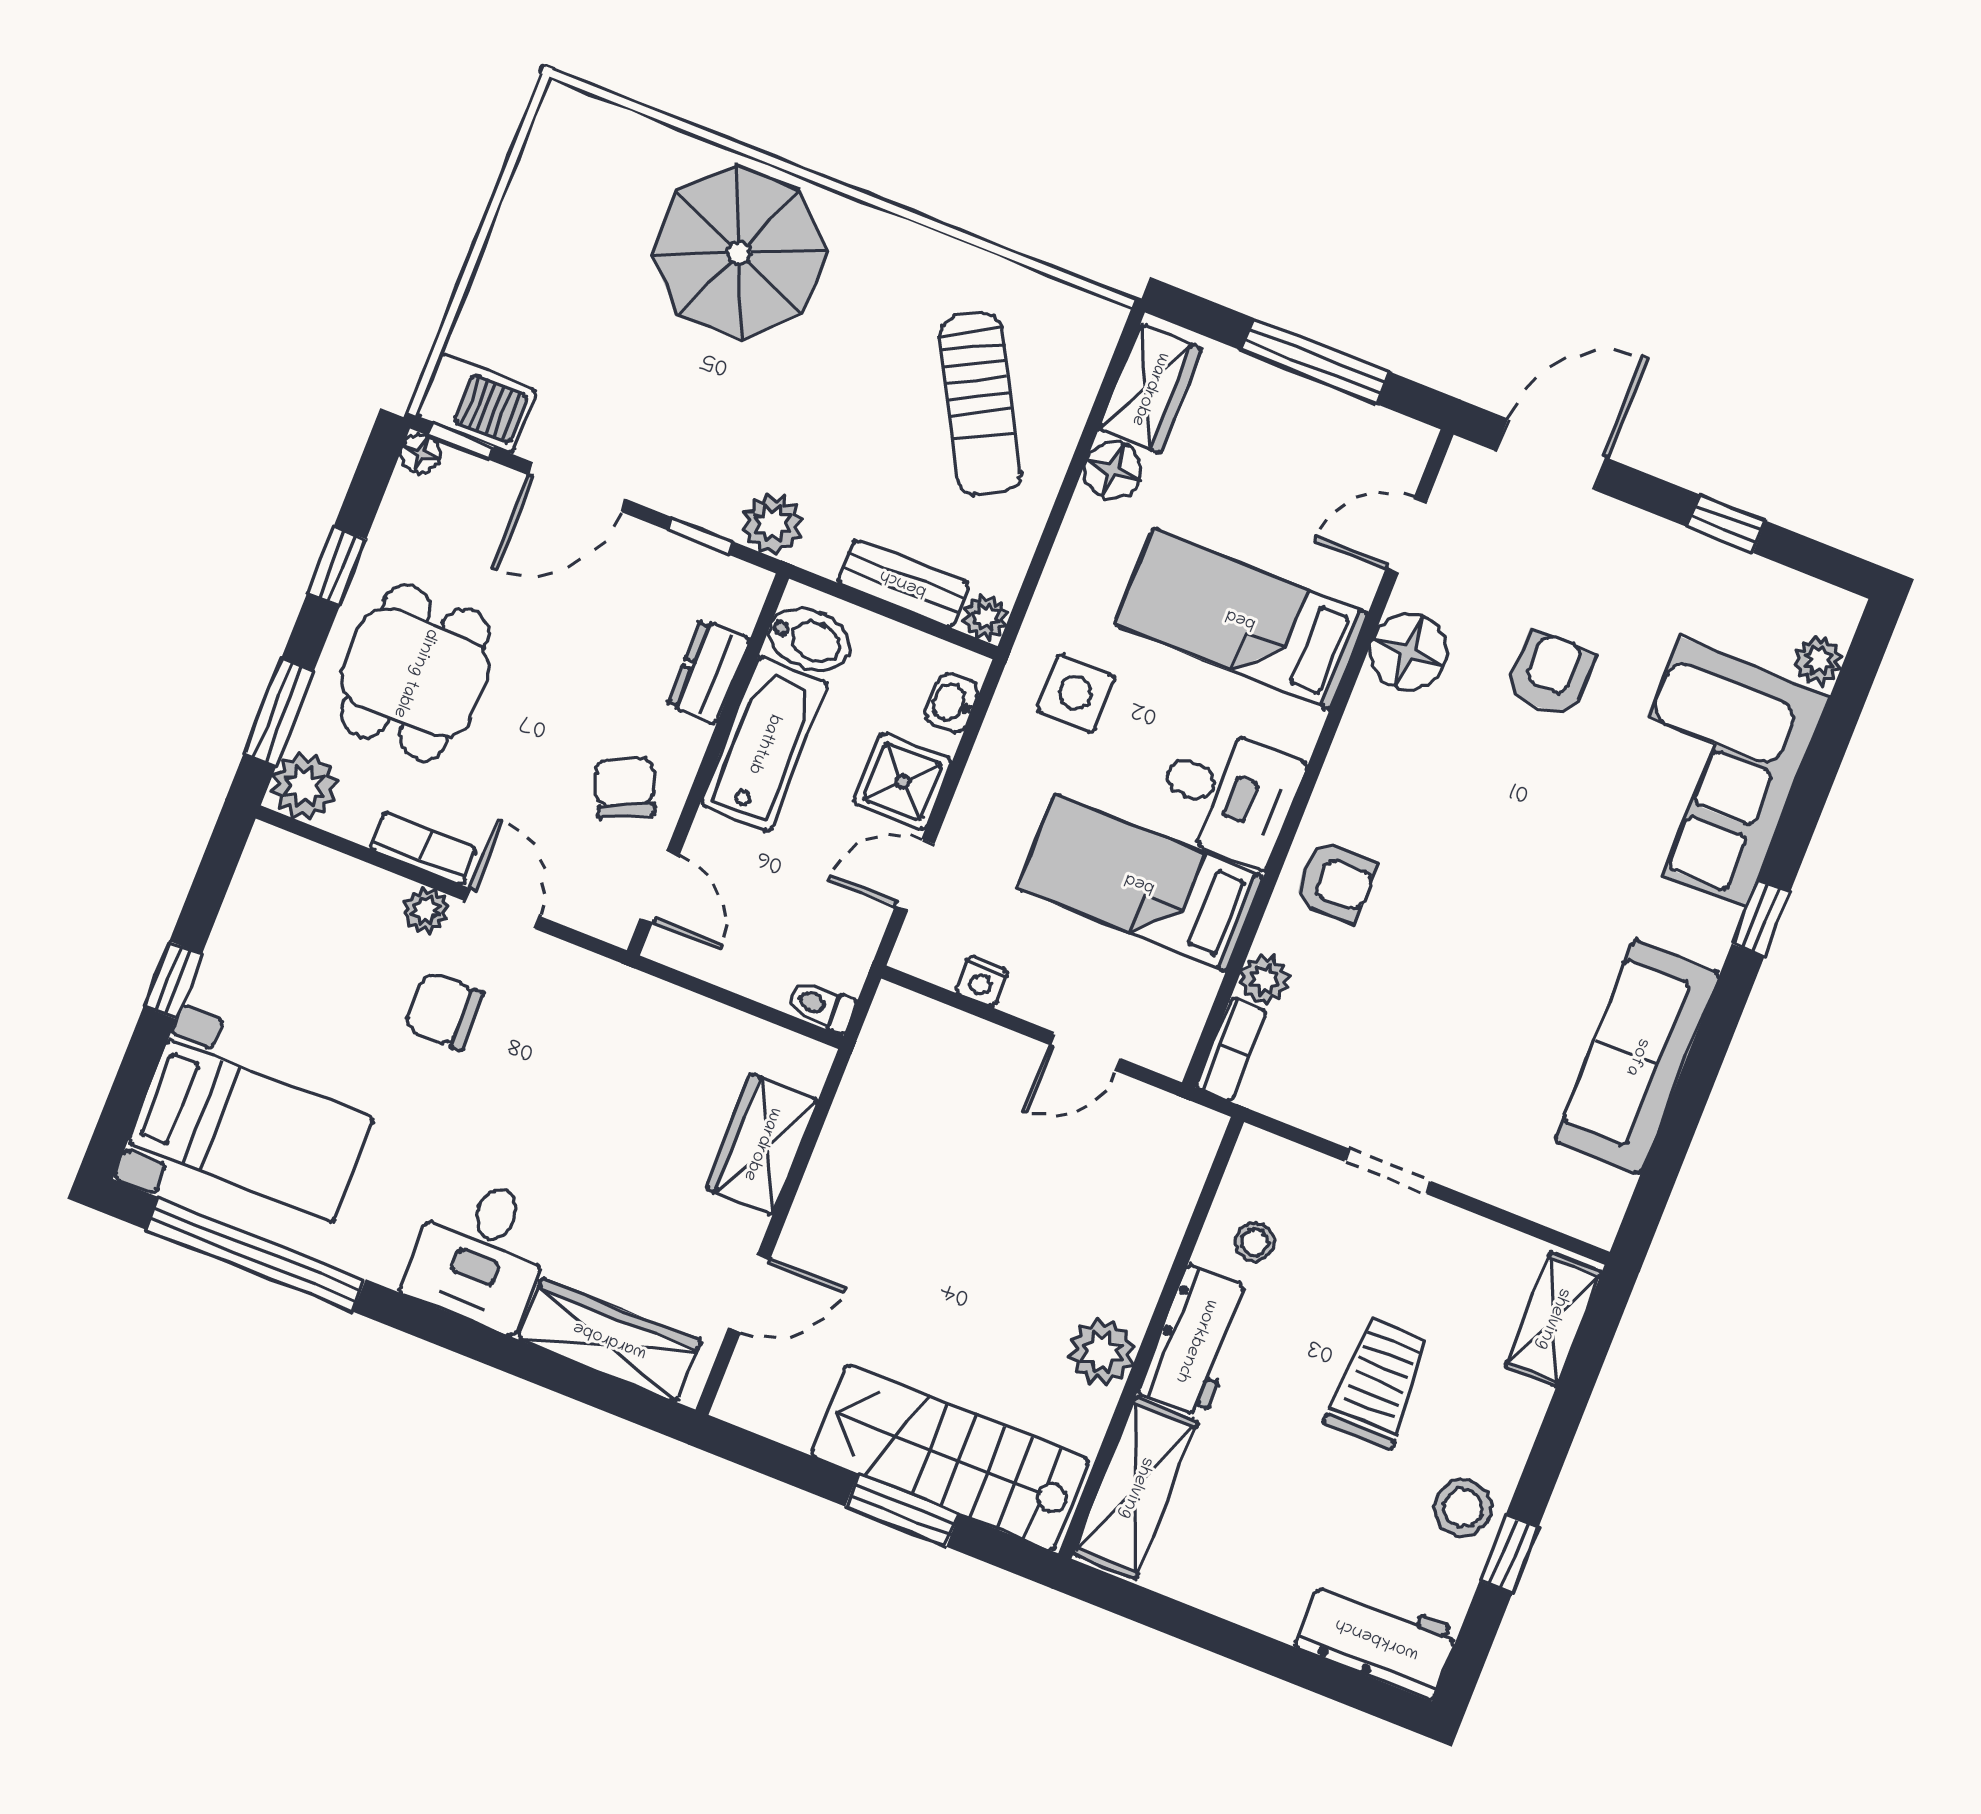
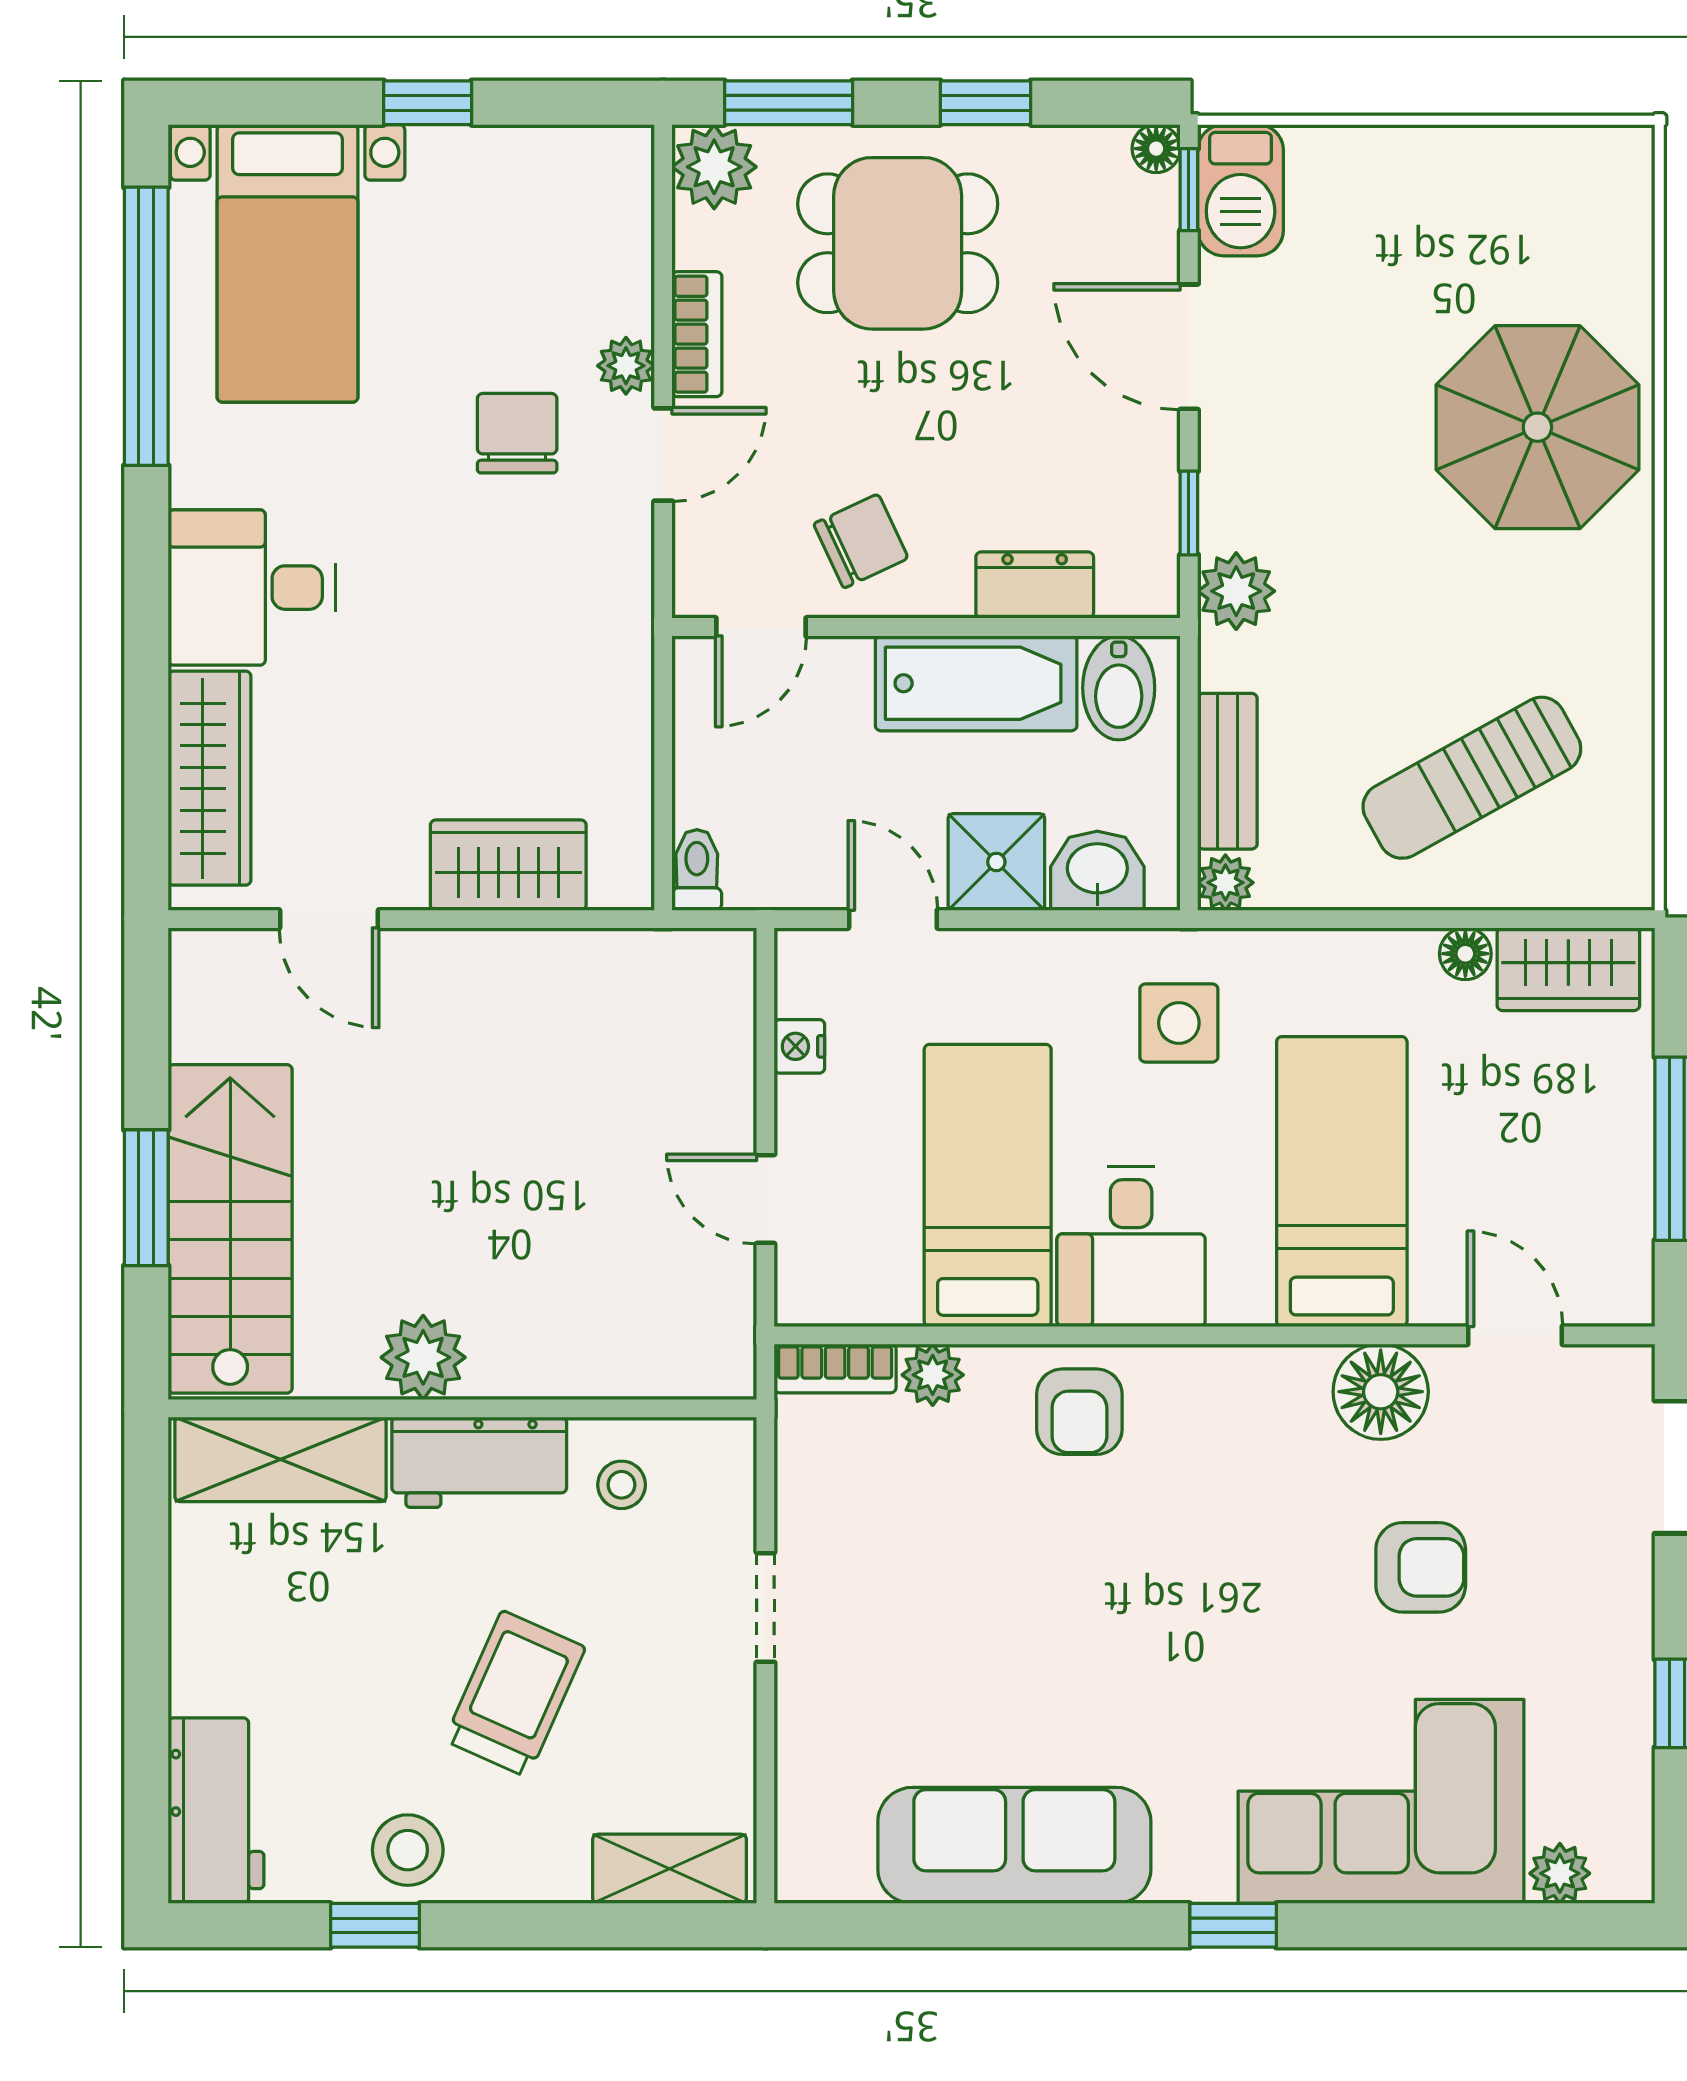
floor lamp: (1113, 470) -> (1465, 954), width x0.73, depth x0.73
washbasin: (952, 703) -> (1097, 871), width x1.38, depth x1.45
trolley: (1378, 1383) -> (515, 1694), turned -66

